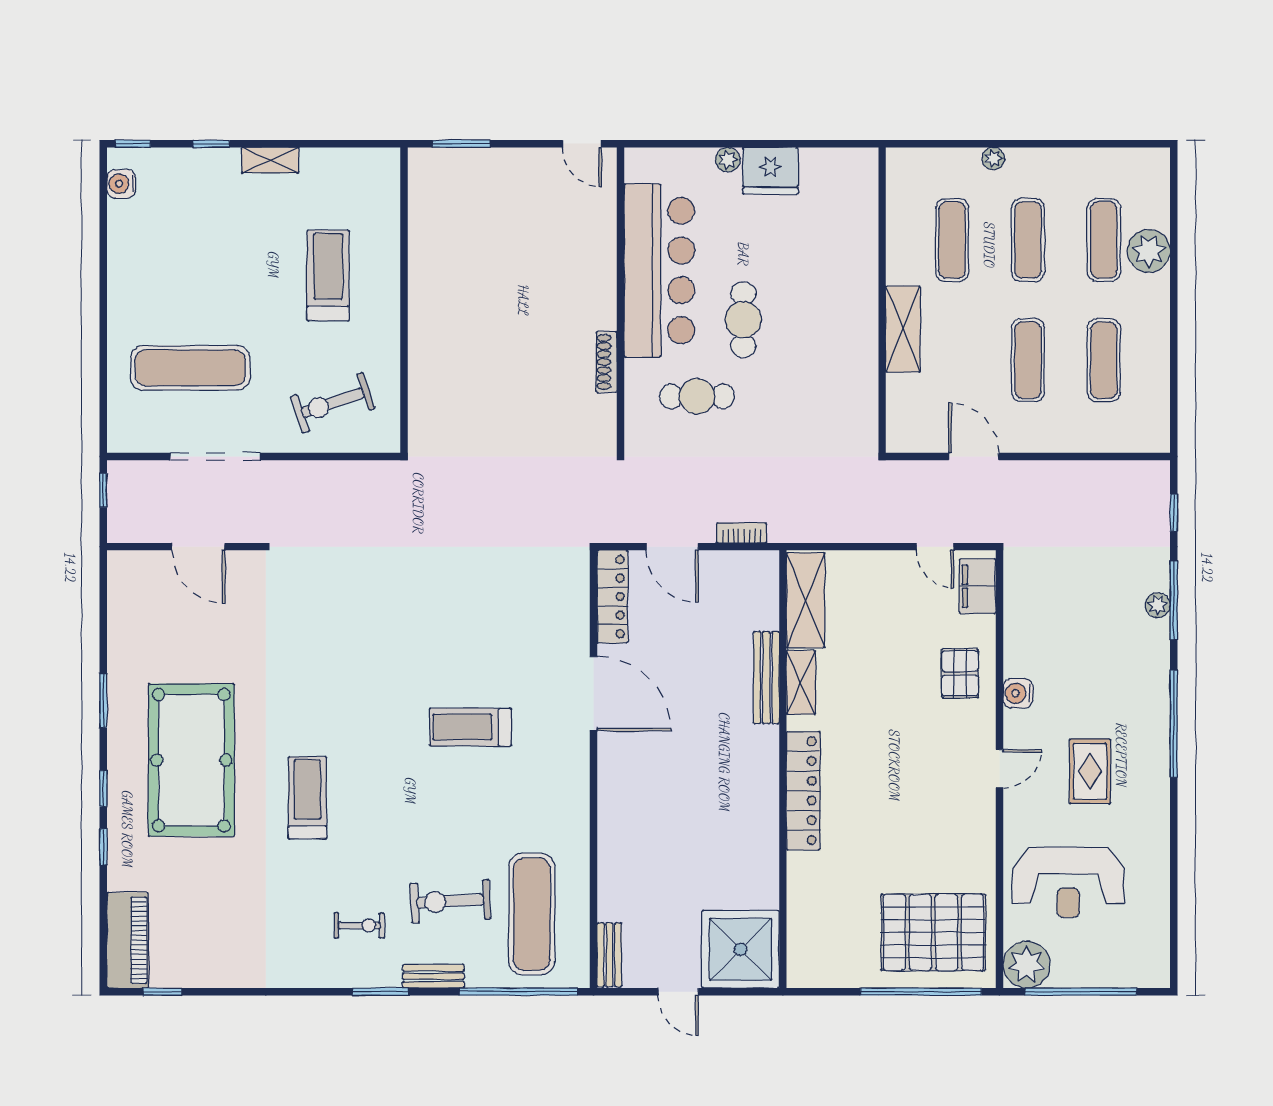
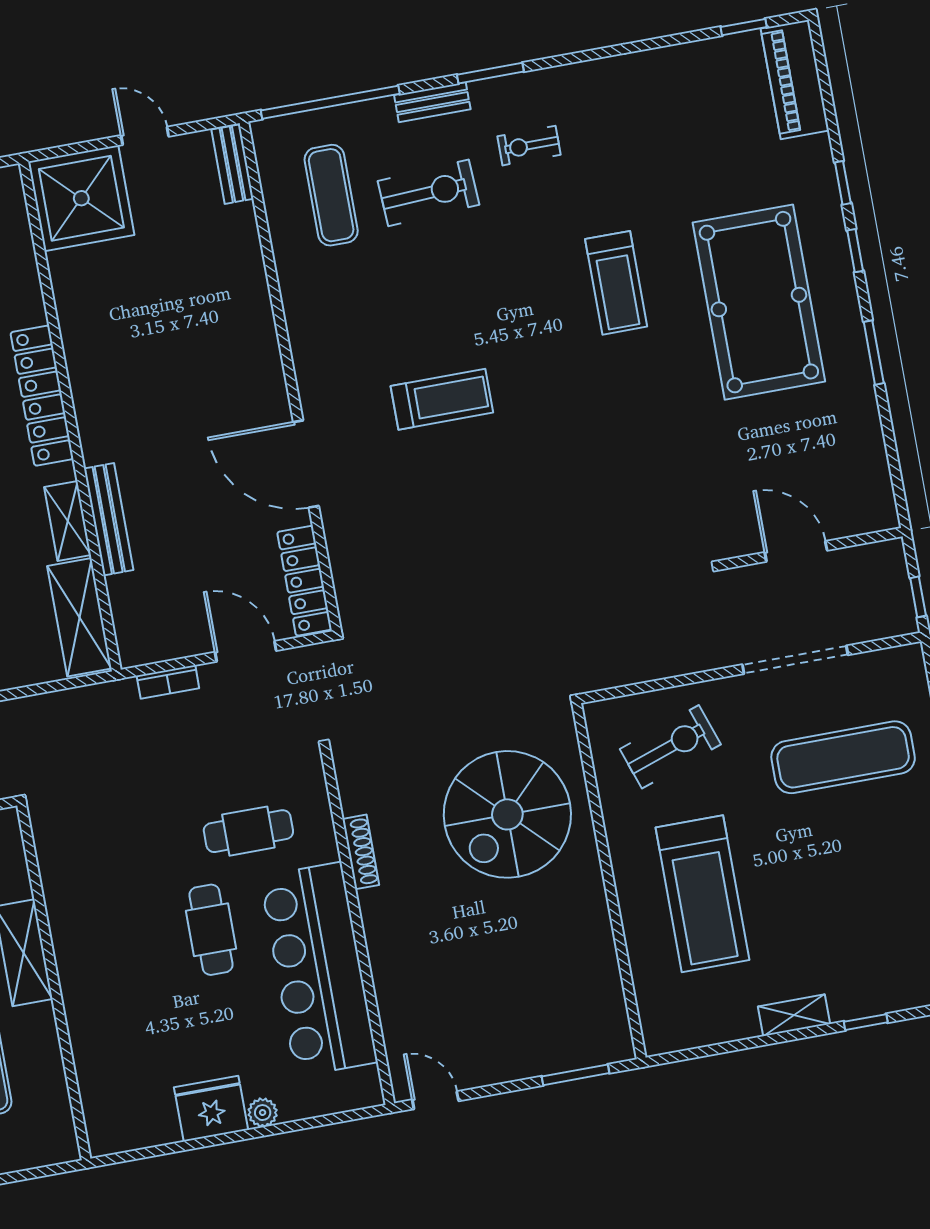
treadmill: (328, 275) -> (702, 894), width x1.37, depth x1.38
spiral stairs: (479, 371) -> (507, 814), added
exercise mat: (532, 914) -> (331, 195), width x0.73, depth x0.69

